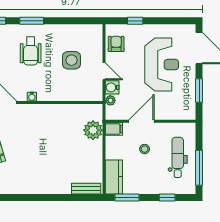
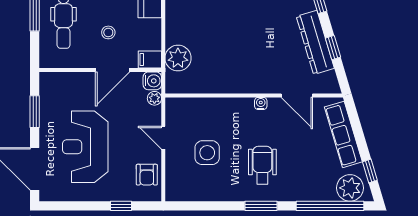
water cooler: (112, 87) -> (152, 81), moved

